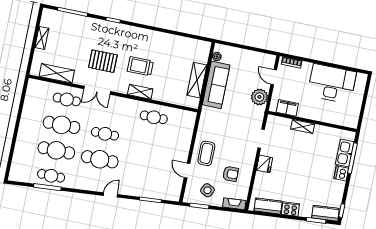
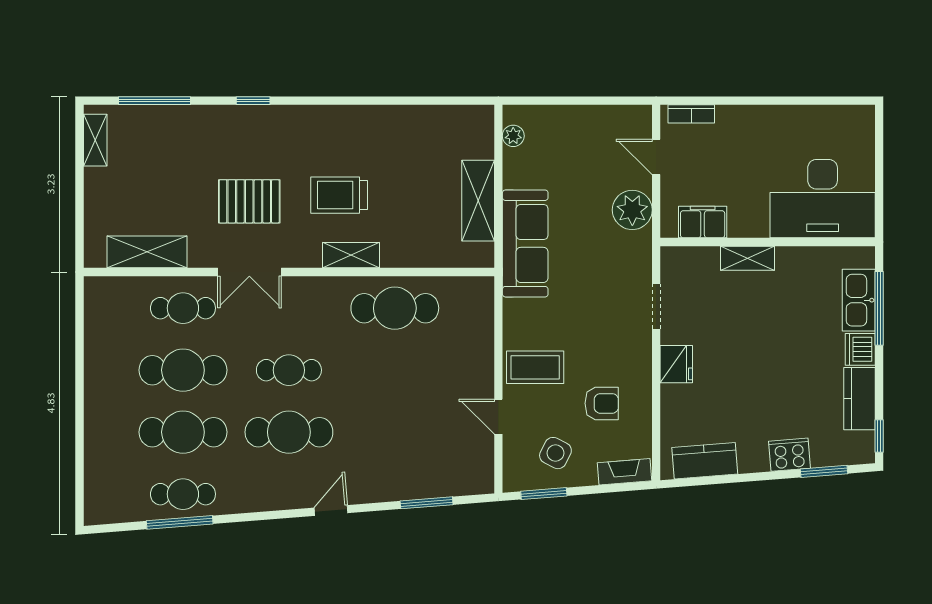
shelving: (42, 38) -> (95, 140), moved
desk: (332, 84) -> (823, 199), moved, turned 180
sofa: (216, 85) -> (525, 243), moved
cafe table: (154, 117) -> (395, 308), width x1.37, depth x1.35
coffee table: (206, 153) -> (535, 367), turned 90
cooker: (290, 209) -> (789, 455), moved
kitchen counter: (325, 213) -> (859, 399), moved, turned -85

